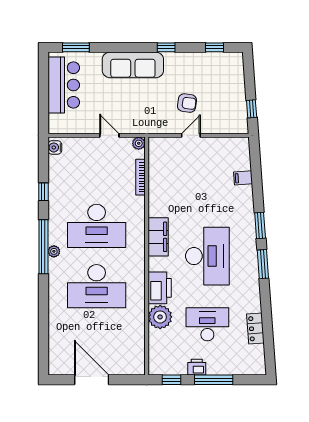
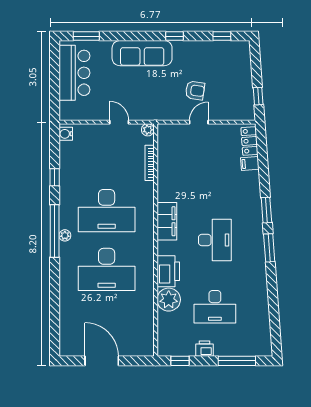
desk: (207, 256) -> (215, 240), width x0.73, depth x0.77
desk: (207, 324) -> (215, 307), turned 180
locker: (255, 328) -> (249, 141), moved
window: (214, 380) -> (237, 361), moved

